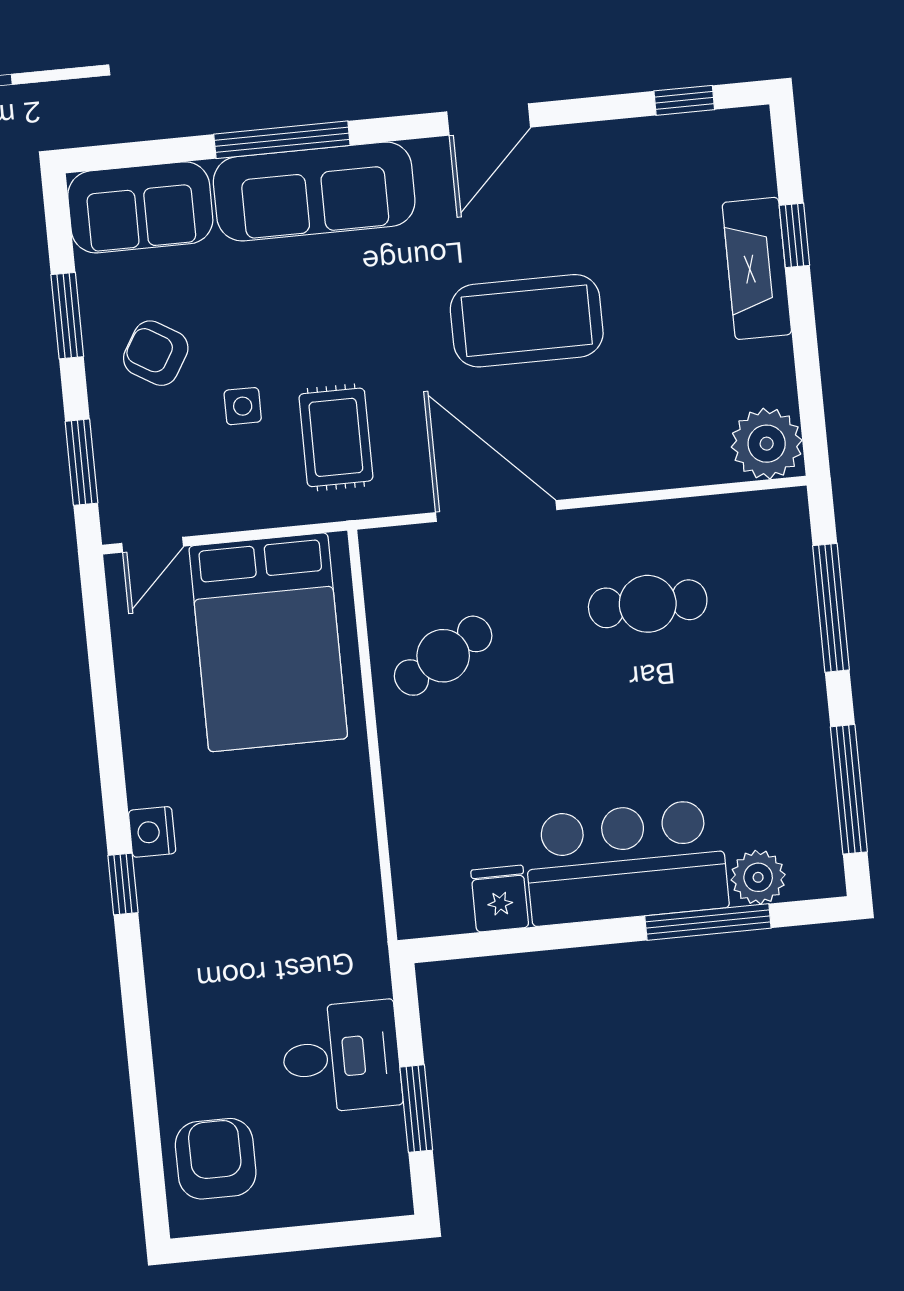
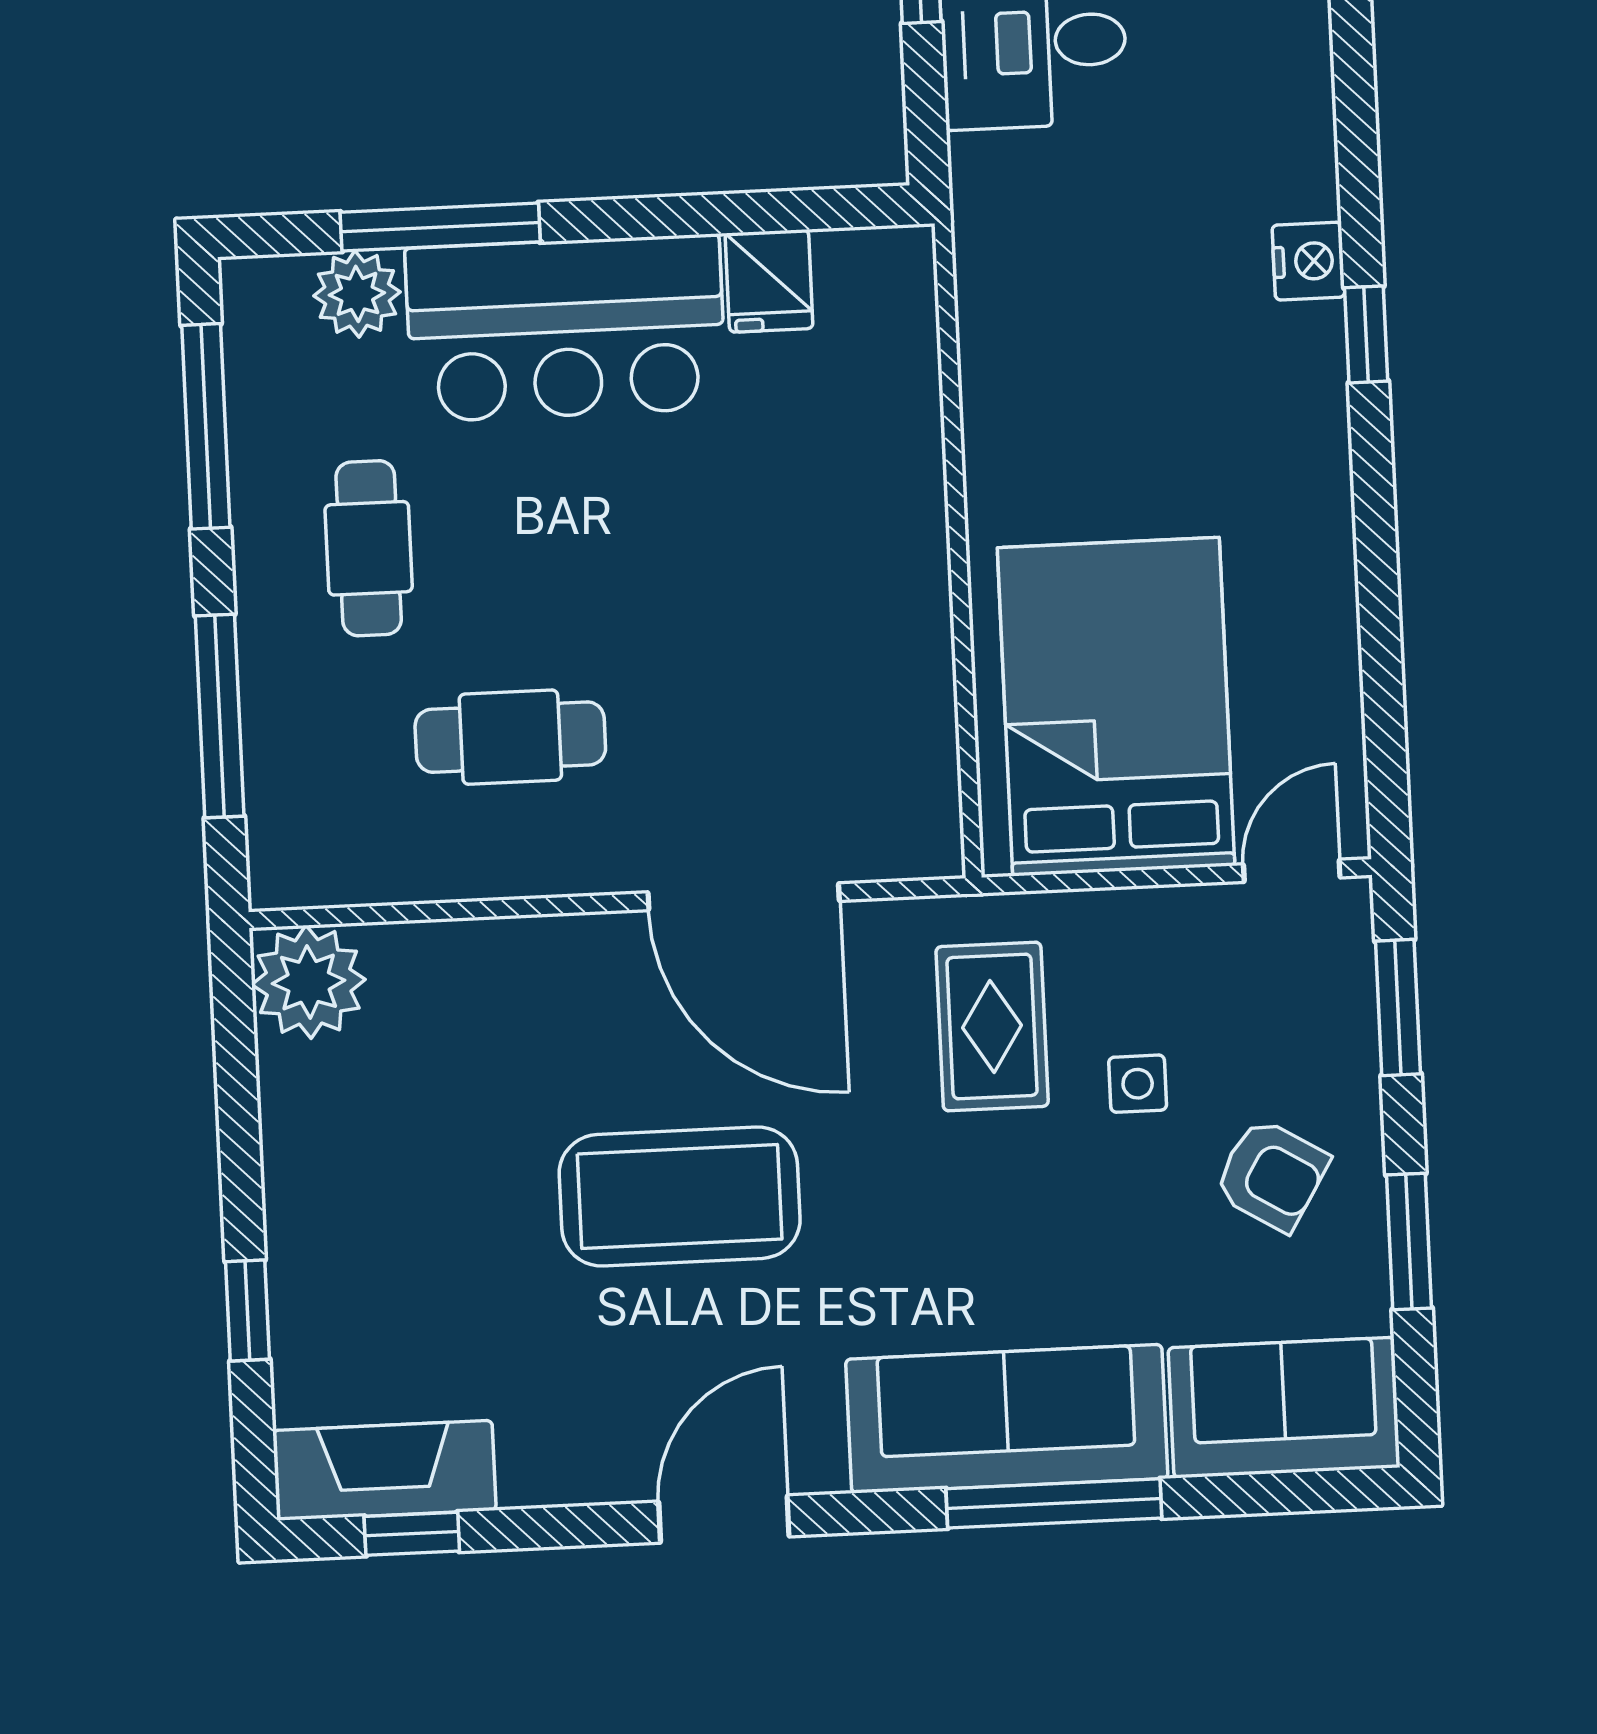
fireplace: (757, 268) -> (384, 1470), moved, turned -90
cafe table: (443, 656) -> (369, 548), moved, turned -61
nightstand: (152, 832) -> (1308, 261), moved

